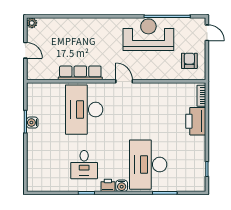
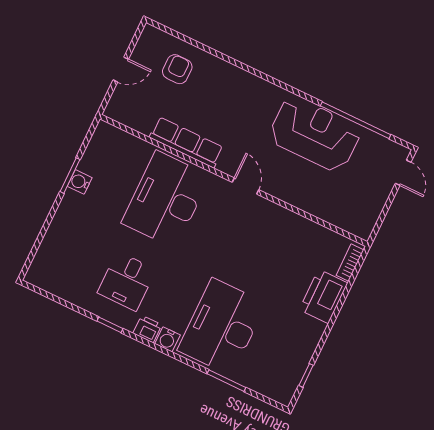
plant: (32, 23) -> (150, 34), removed
door: (25, 50) -> (121, 70), hinge flipped
armchair: (189, 61) -> (177, 69), moved

